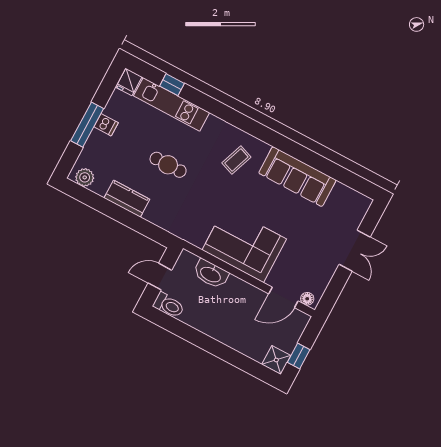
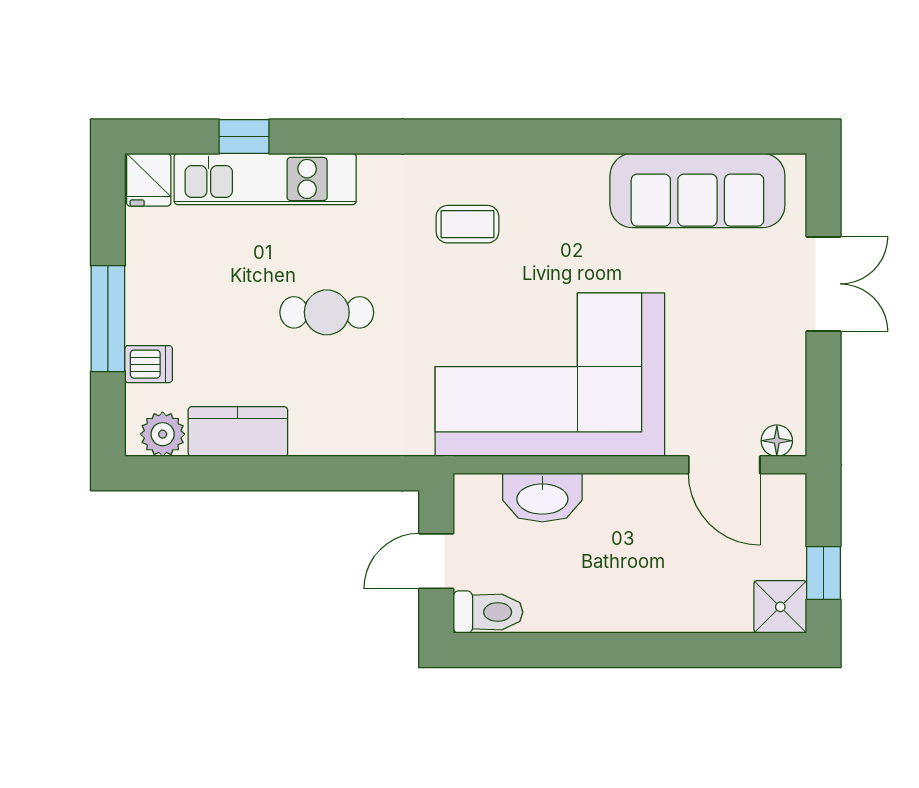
dishwasher: (106, 125) -> (149, 364), moved
coffee table: (236, 160) -> (467, 224), turned 70
sofa: (297, 177) -> (697, 190), moved
kitchen counter: (127, 199) -> (238, 432), moved
corner sofa: (244, 245) -> (550, 375), width x1.36, depth x1.36
door: (283, 297) -> (724, 465), hinge flipped

